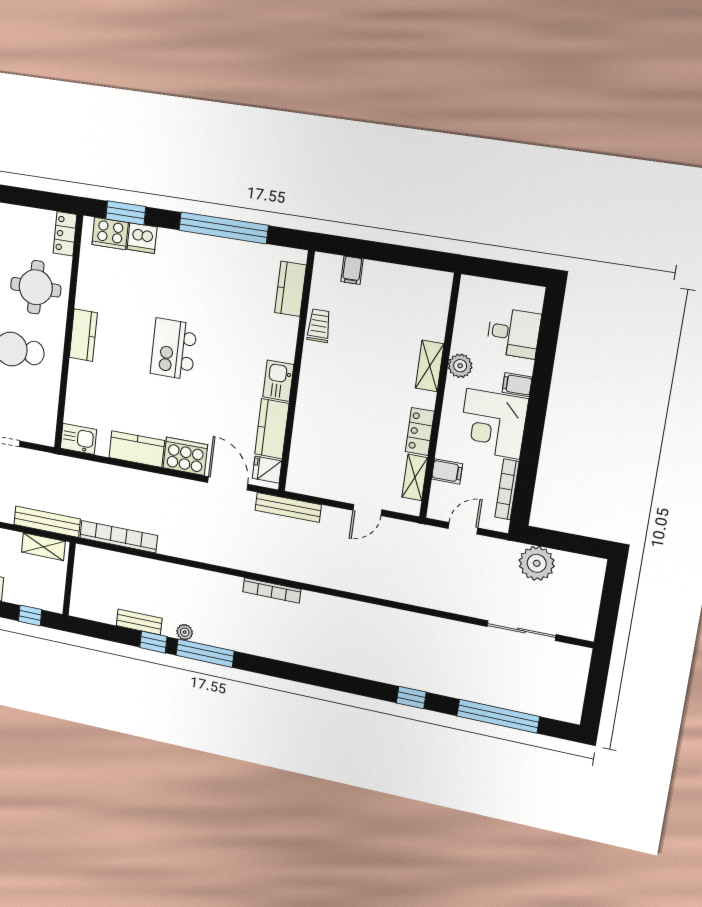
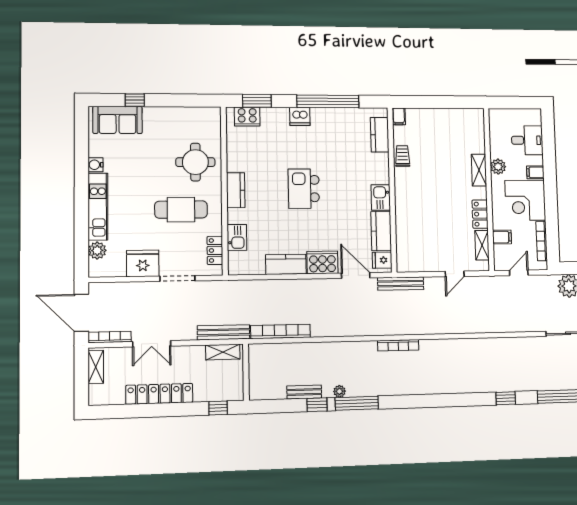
locker: (65, 234) -> (215, 250), moved
dishwasher: (142, 238) -> (300, 116), moved
filing cabinet: (352, 270) -> (399, 116), moved
kitchen sink: (78, 439) -> (237, 237), moved, turned 90

